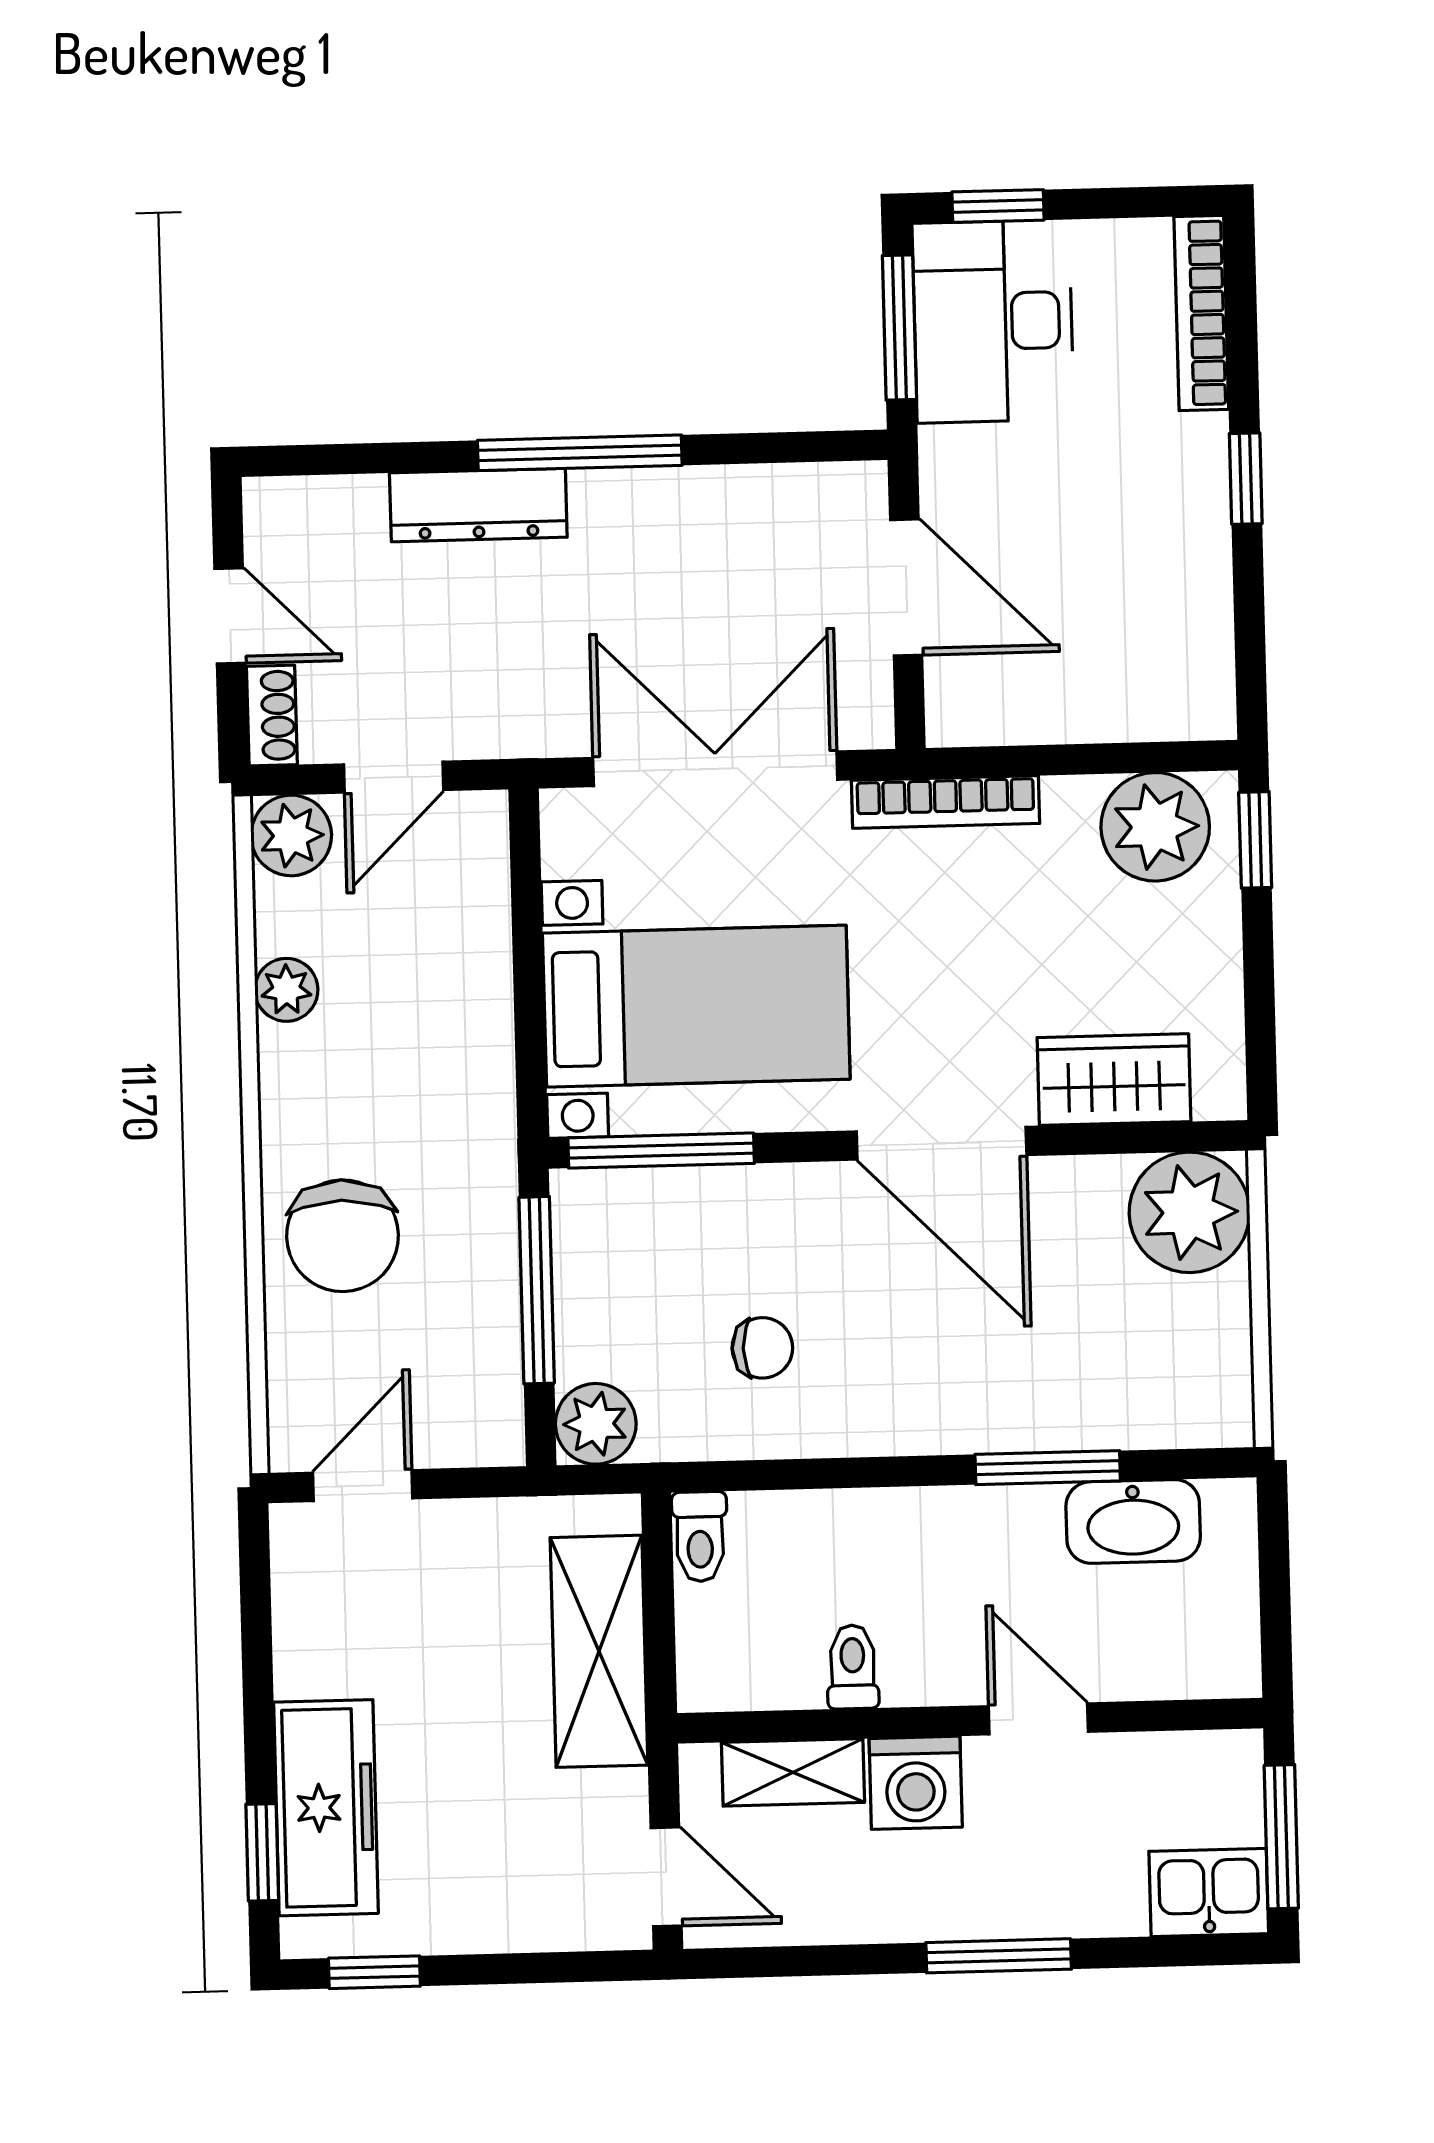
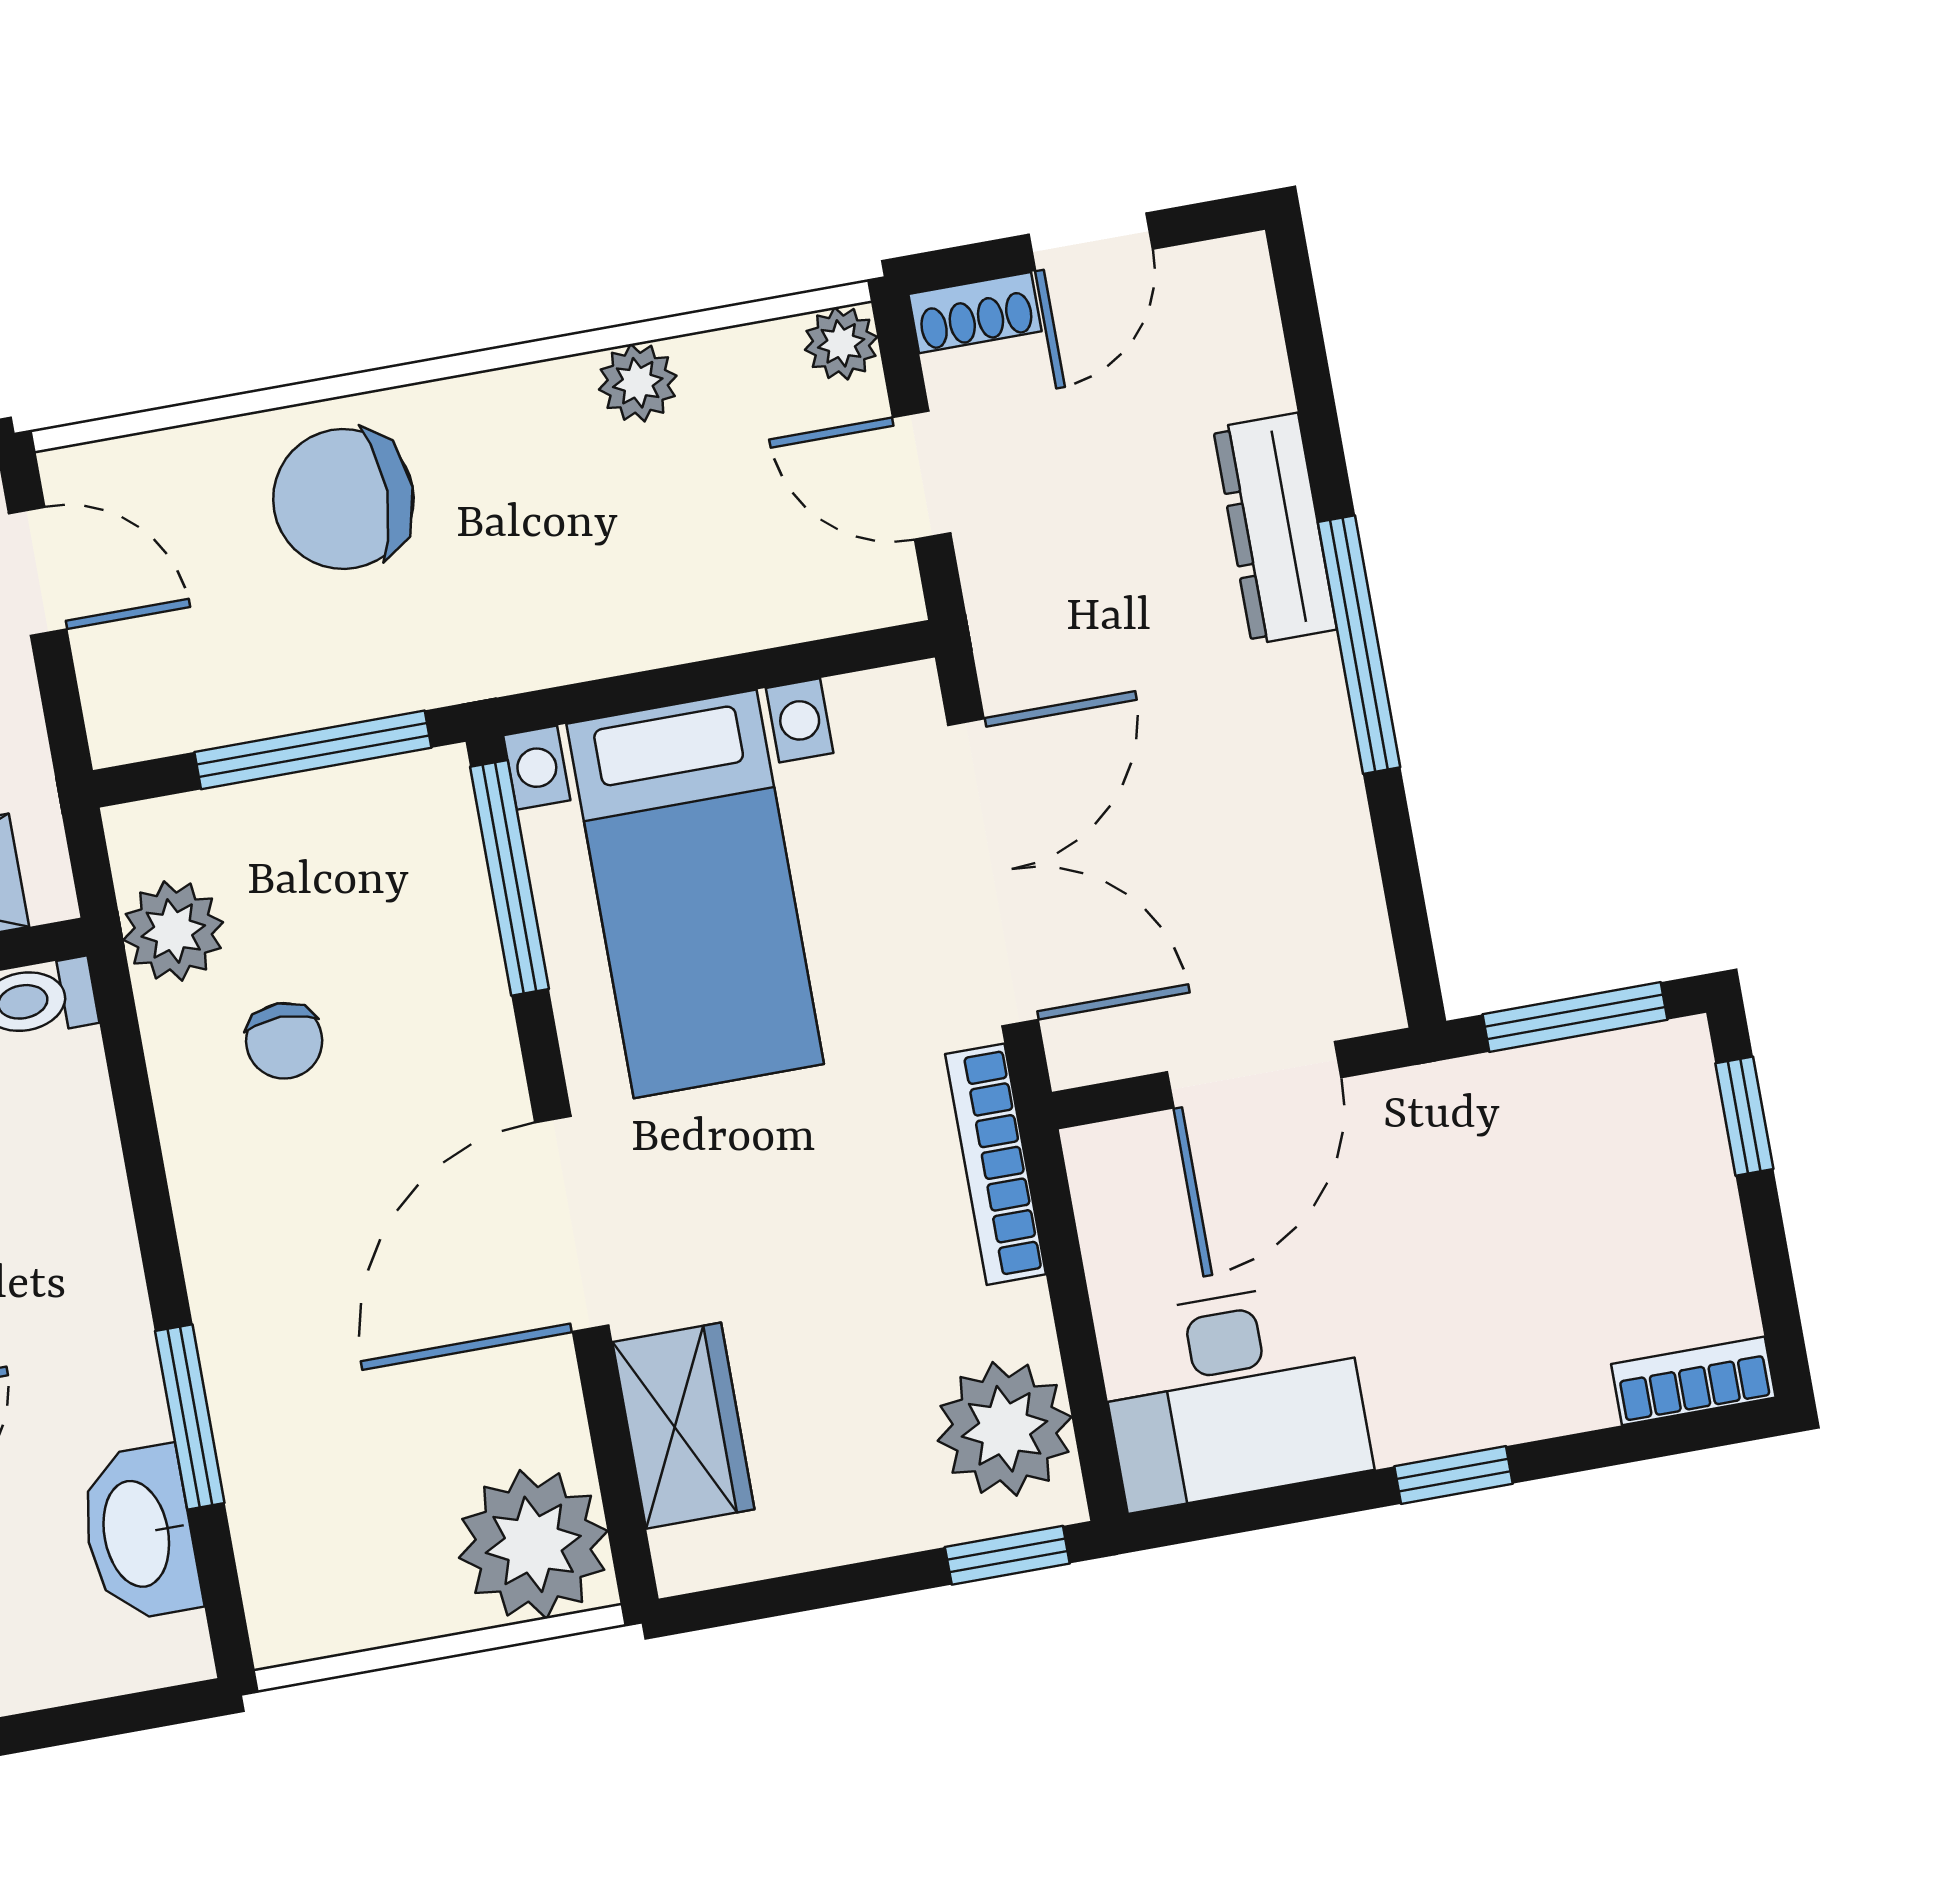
bookcase: (1201, 313) -> (1693, 1381), width x0.64
desk: (993, 321) -> (1234, 1395), moved, turned 180
plant: (291, 835) -> (841, 343), width x0.73, depth x0.73
plant: (596, 1424) -> (173, 931), moved

